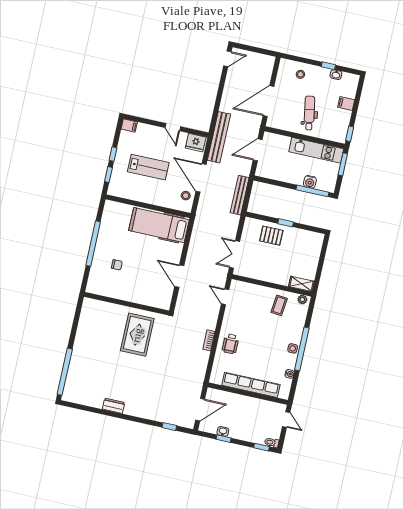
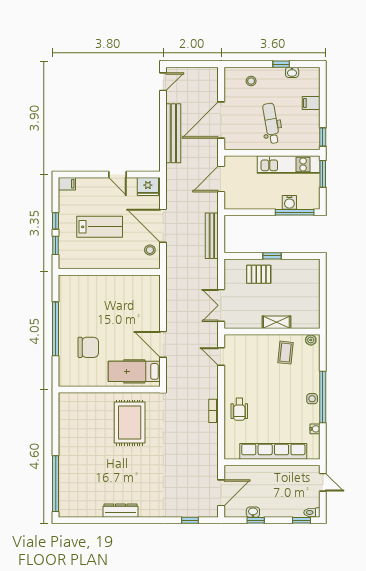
bench: (219, 137) -> (173, 133), moved
hospital bed: (159, 225) -> (134, 371), moved, width x0.73, depth x0.78
chair: (117, 265) -> (88, 347), width x1.87, depth x1.87
shelving: (301, 284) -> (276, 322), moved
dresser: (114, 406) -> (120, 511), width x1.44

